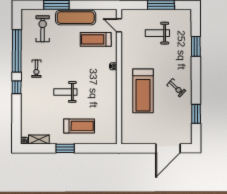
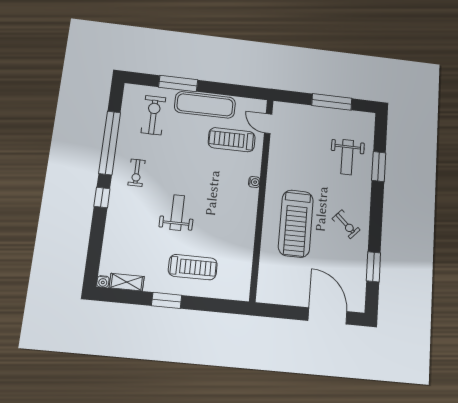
weight bench: (157, 33) -> (347, 157), moved, turned -90
weight bench: (65, 92) -> (177, 213), turned 90
door: (168, 148) -> (327, 316), swing flipped

